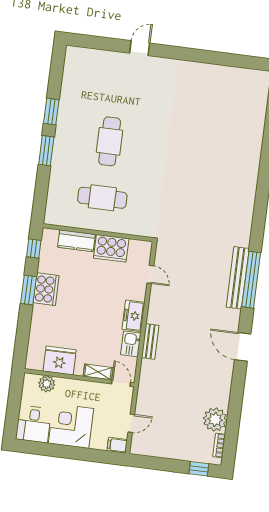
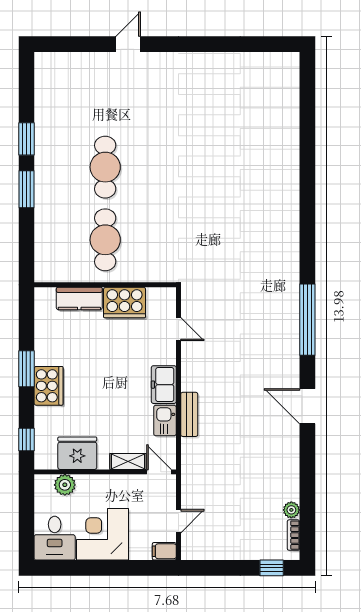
cafe table: (102, 198) -> (105, 240), turned 90
window: (34, 248) -> (26, 440), moved
bench: (238, 278) -> (290, 319), removed
cooker: (46, 289) -> (49, 386), moved
plant: (215, 419) -> (291, 510), width x0.53, depth x0.53

